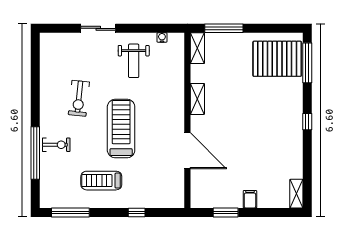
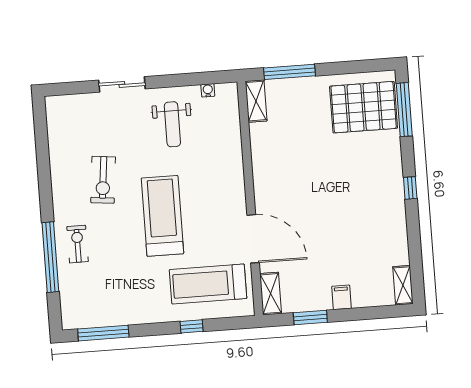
shelving: (197, 99) -> (271, 294), moved
exercise bike: (56, 145) -> (78, 244), turned -90
treadmill: (101, 181) -> (208, 284), moved, width x1.37, depth x1.37

